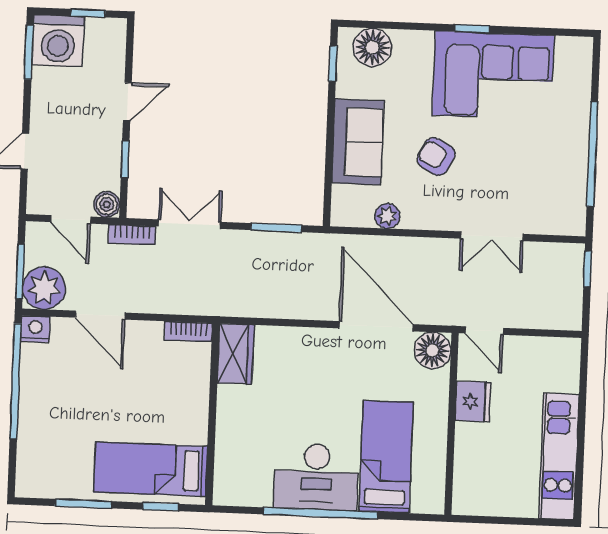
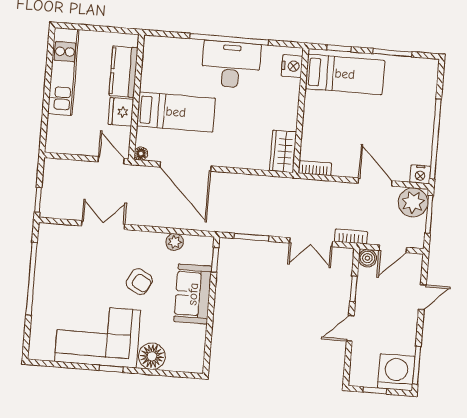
floor lamp: (372, 47) -> (152, 356), moved
window: (333, 64) -> (215, 260), moved
door: (71, 219) -> (393, 249), swing flipped
floor lamp: (432, 350) -> (141, 154), width x0.53, depth x0.53
bed: (386, 457) -> (176, 112), moved, turned -90
kitchen counter: (472, 460) -> (123, 72), added
nightstand: (228, 478) -> (292, 66), added

